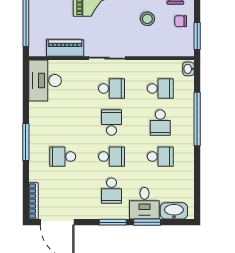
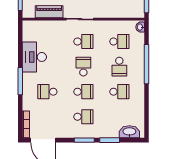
desk: (45, 81) -> (34, 57), moved
school desk: (111, 191) -> (83, 117), turned -90
desk: (144, 203) -> (108, 126), removed

